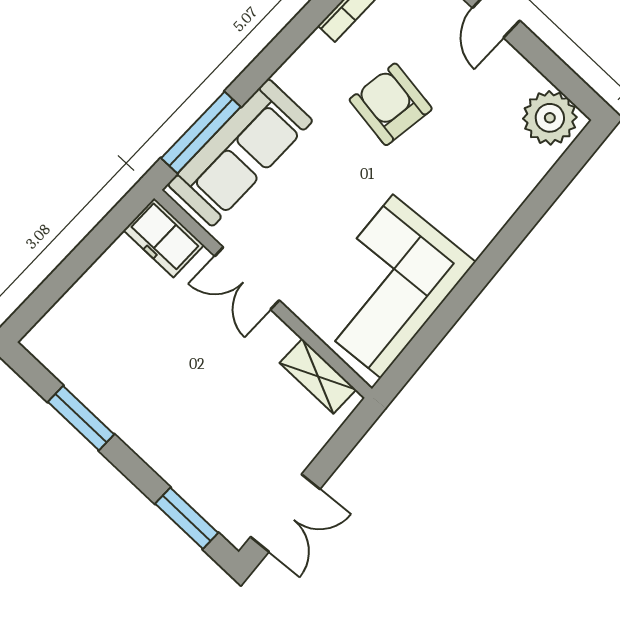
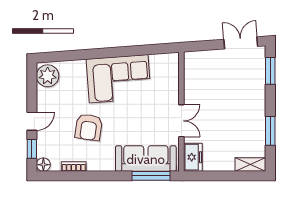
corner sofa: (387, 286) -> (119, 79), moved
shelving: (318, 376) -> (250, 164), moved, turned 90

